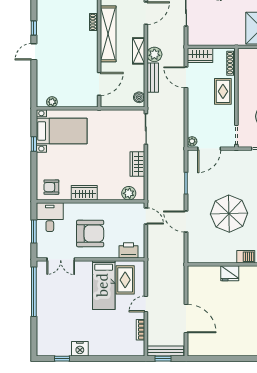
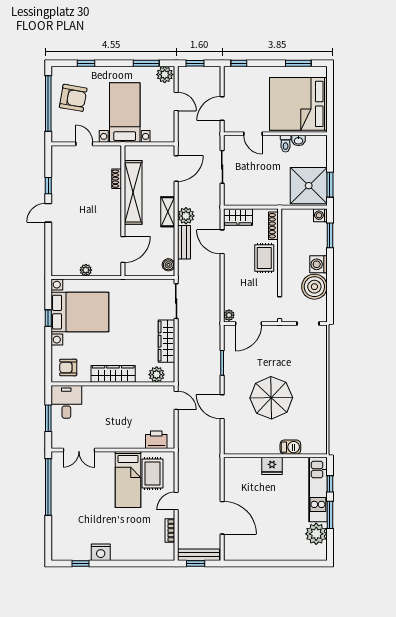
plant: (52, 102) -> (86, 270), moved
bed with nightstands: (62, 131) -> (80, 312), width x1.36
wardrobe: (137, 164) -> (166, 341), width x1.50
wardrobe: (84, 193) -> (113, 374), width x1.50
armchair: (90, 233) -> (112, 420), removed

